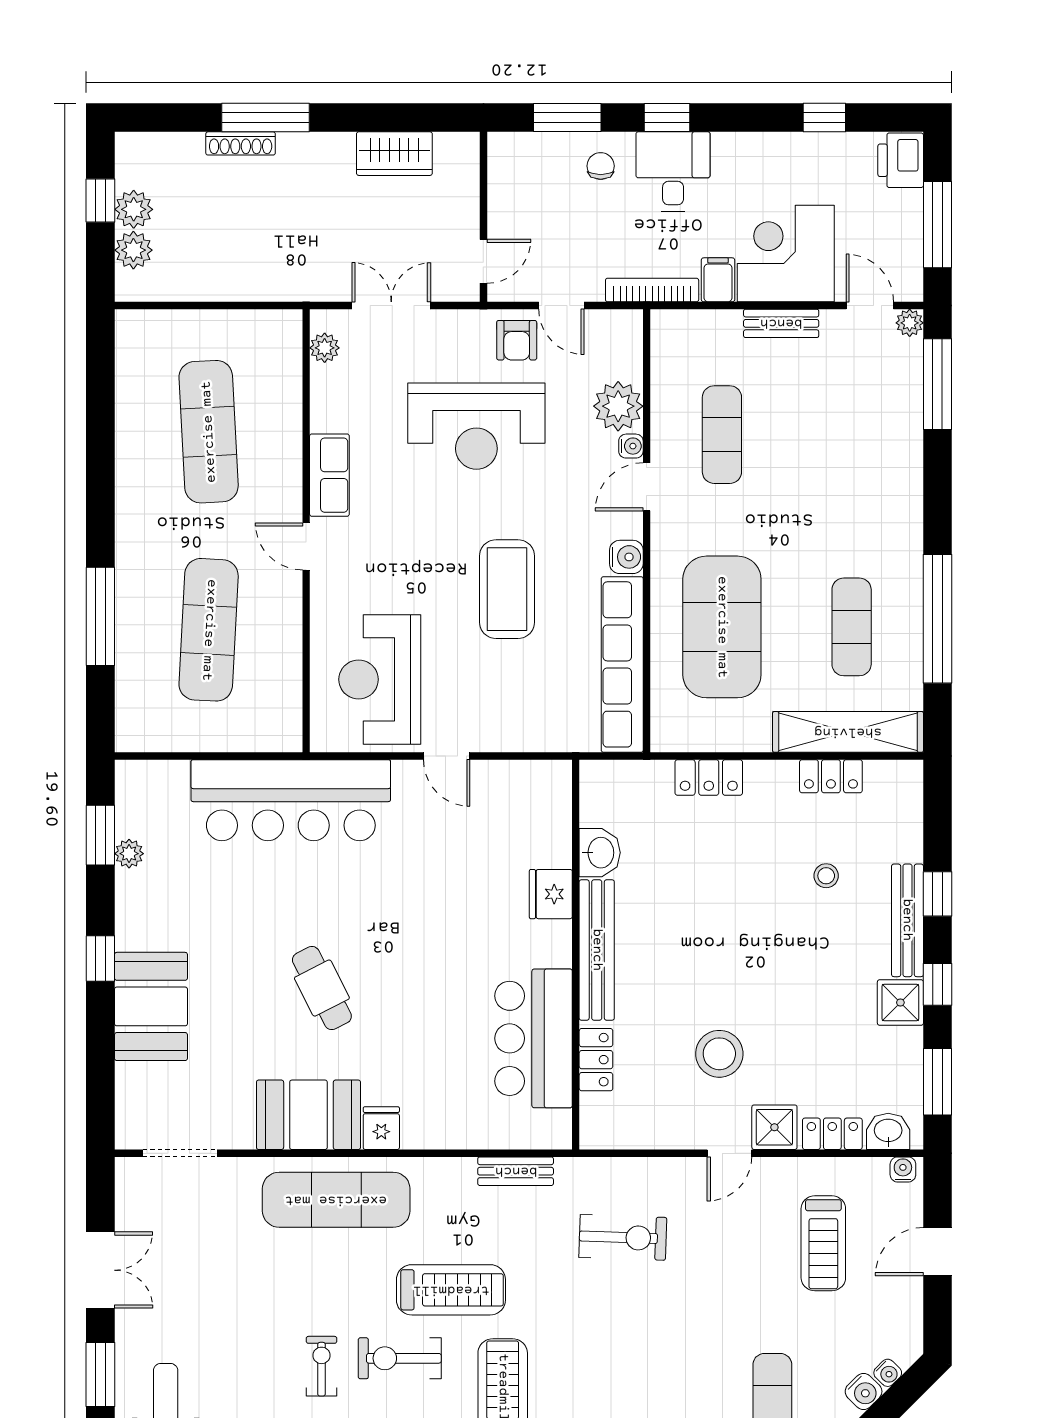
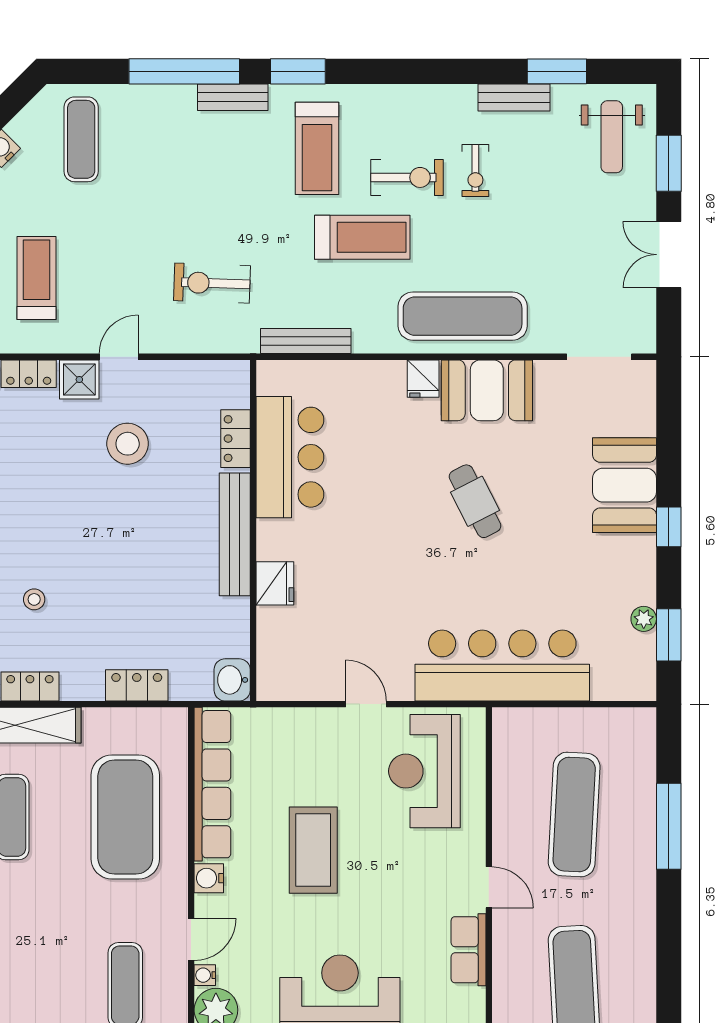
reception desk: (380, 679) -> (424, 771), turned 180
washbasin: (600, 853) -> (232, 680), moved
bench: (516, 1171) -> (306, 341), width x1.36
treadmill: (451, 1290) -> (362, 237), turned 180

